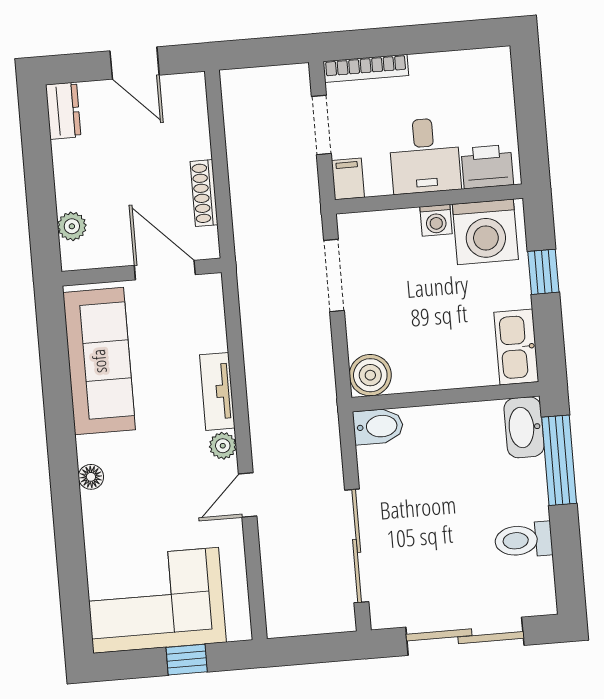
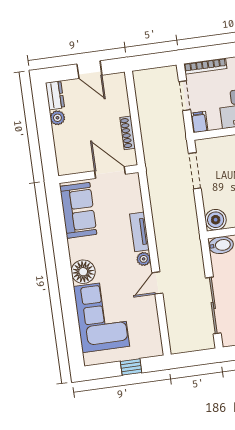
plant: (72, 226) -> (57, 118), moved
sofa: (99, 361) -> (78, 210), width x0.73
floor lamp: (91, 477) -> (83, 272), width x1.89, depth x1.89
corner sofa: (156, 600) -> (101, 316), moved, turned 90

